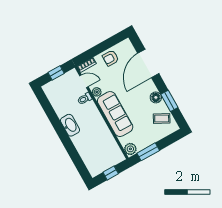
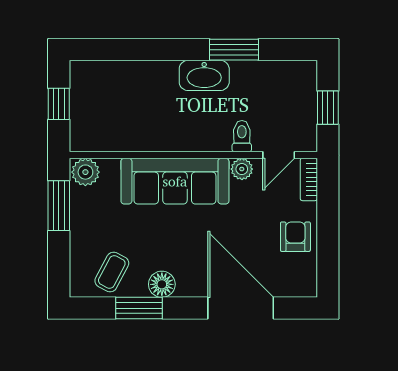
window: (54, 120) -> (234, 50), added

